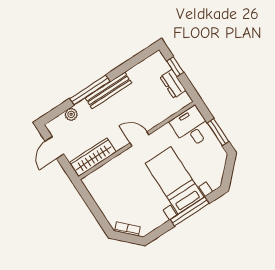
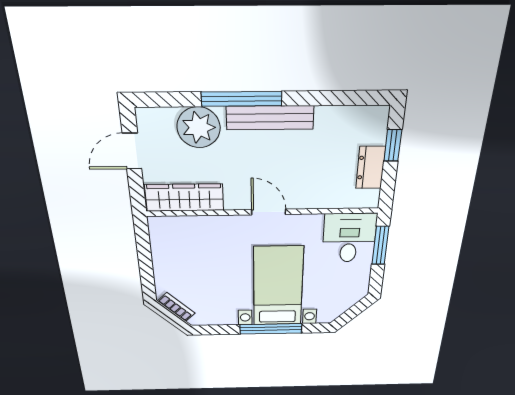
plant: (71, 114) -> (199, 127), width x1.88, depth x1.88
window: (218, 132) -> (380, 245), moved

